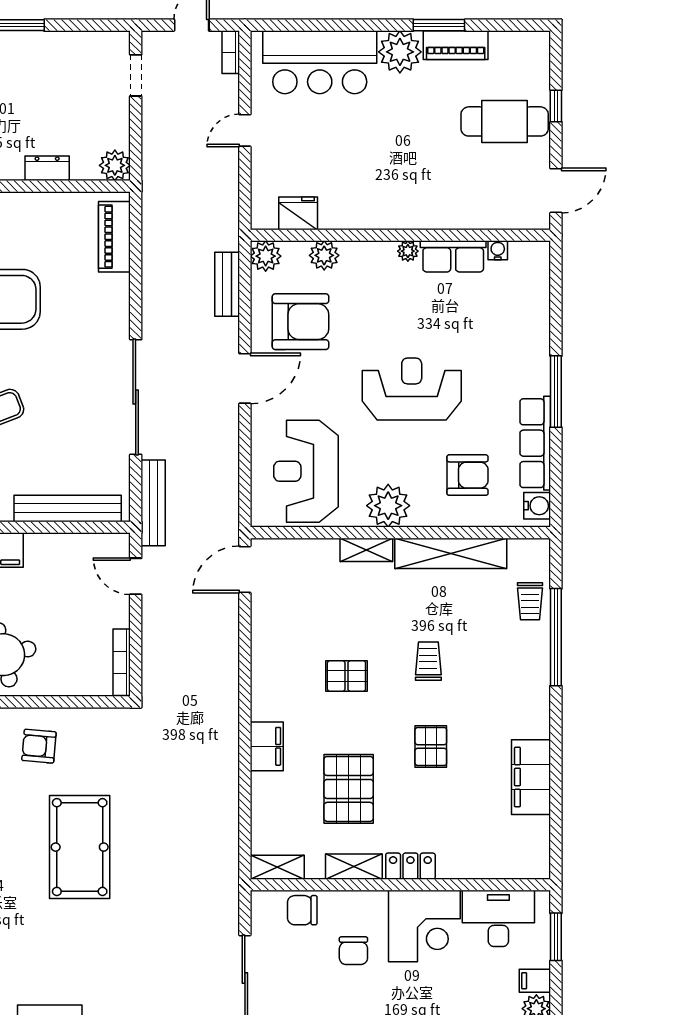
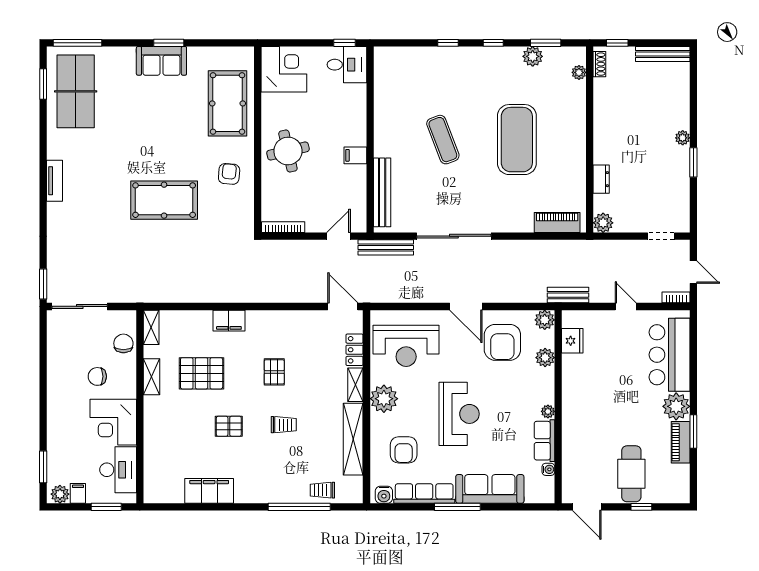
bench: (227, 284) -> (568, 295), moved
sofa: (528, 341) -> (490, 489), added
reception desk: (306, 471) -> (406, 346), turned 180
locker: (410, 866) -> (355, 350), moved, turned 180

